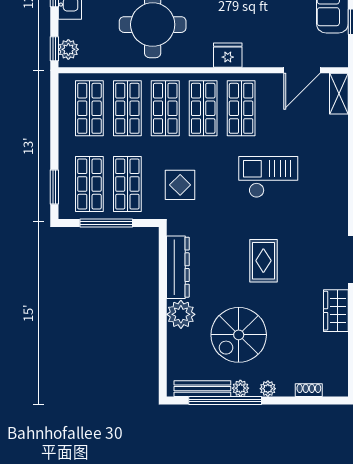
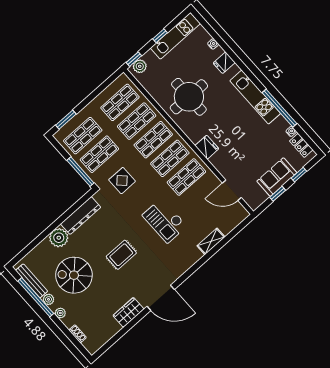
shelving: (339, 94) -> (211, 241), moved
checkout: (268, 177) -> (165, 220), turned 180
window: (106, 223) -> (80, 172), moved

